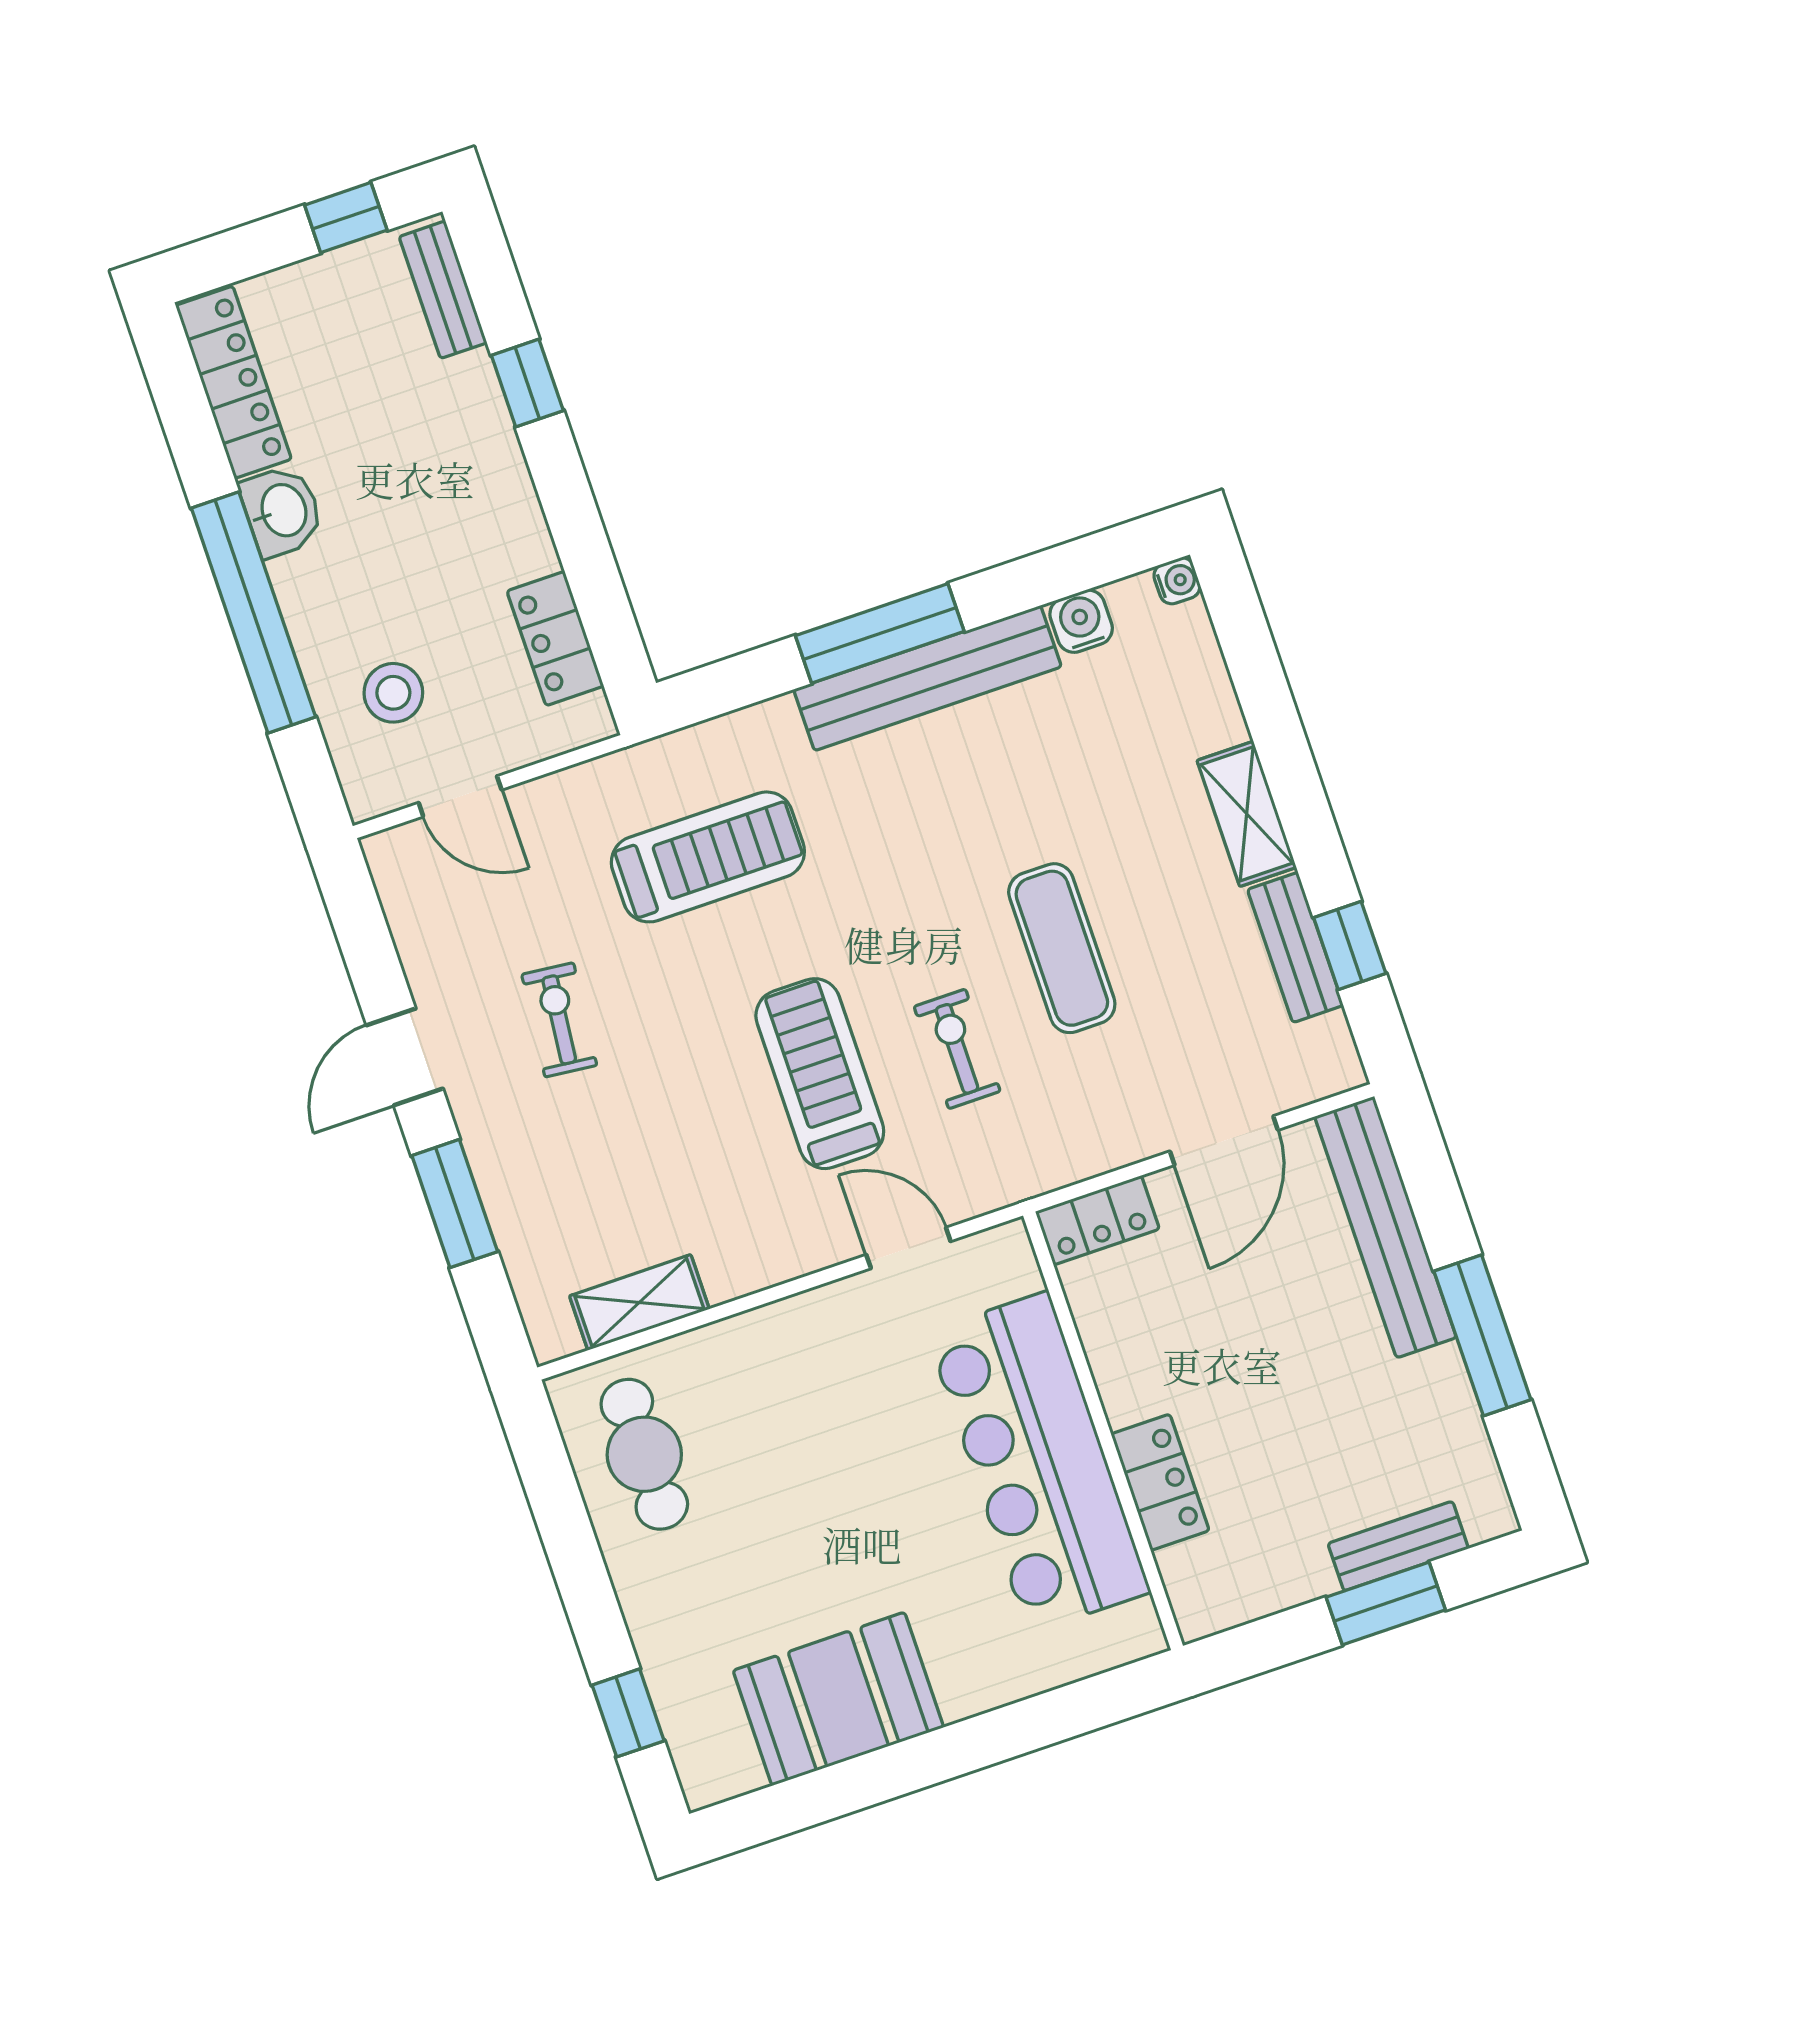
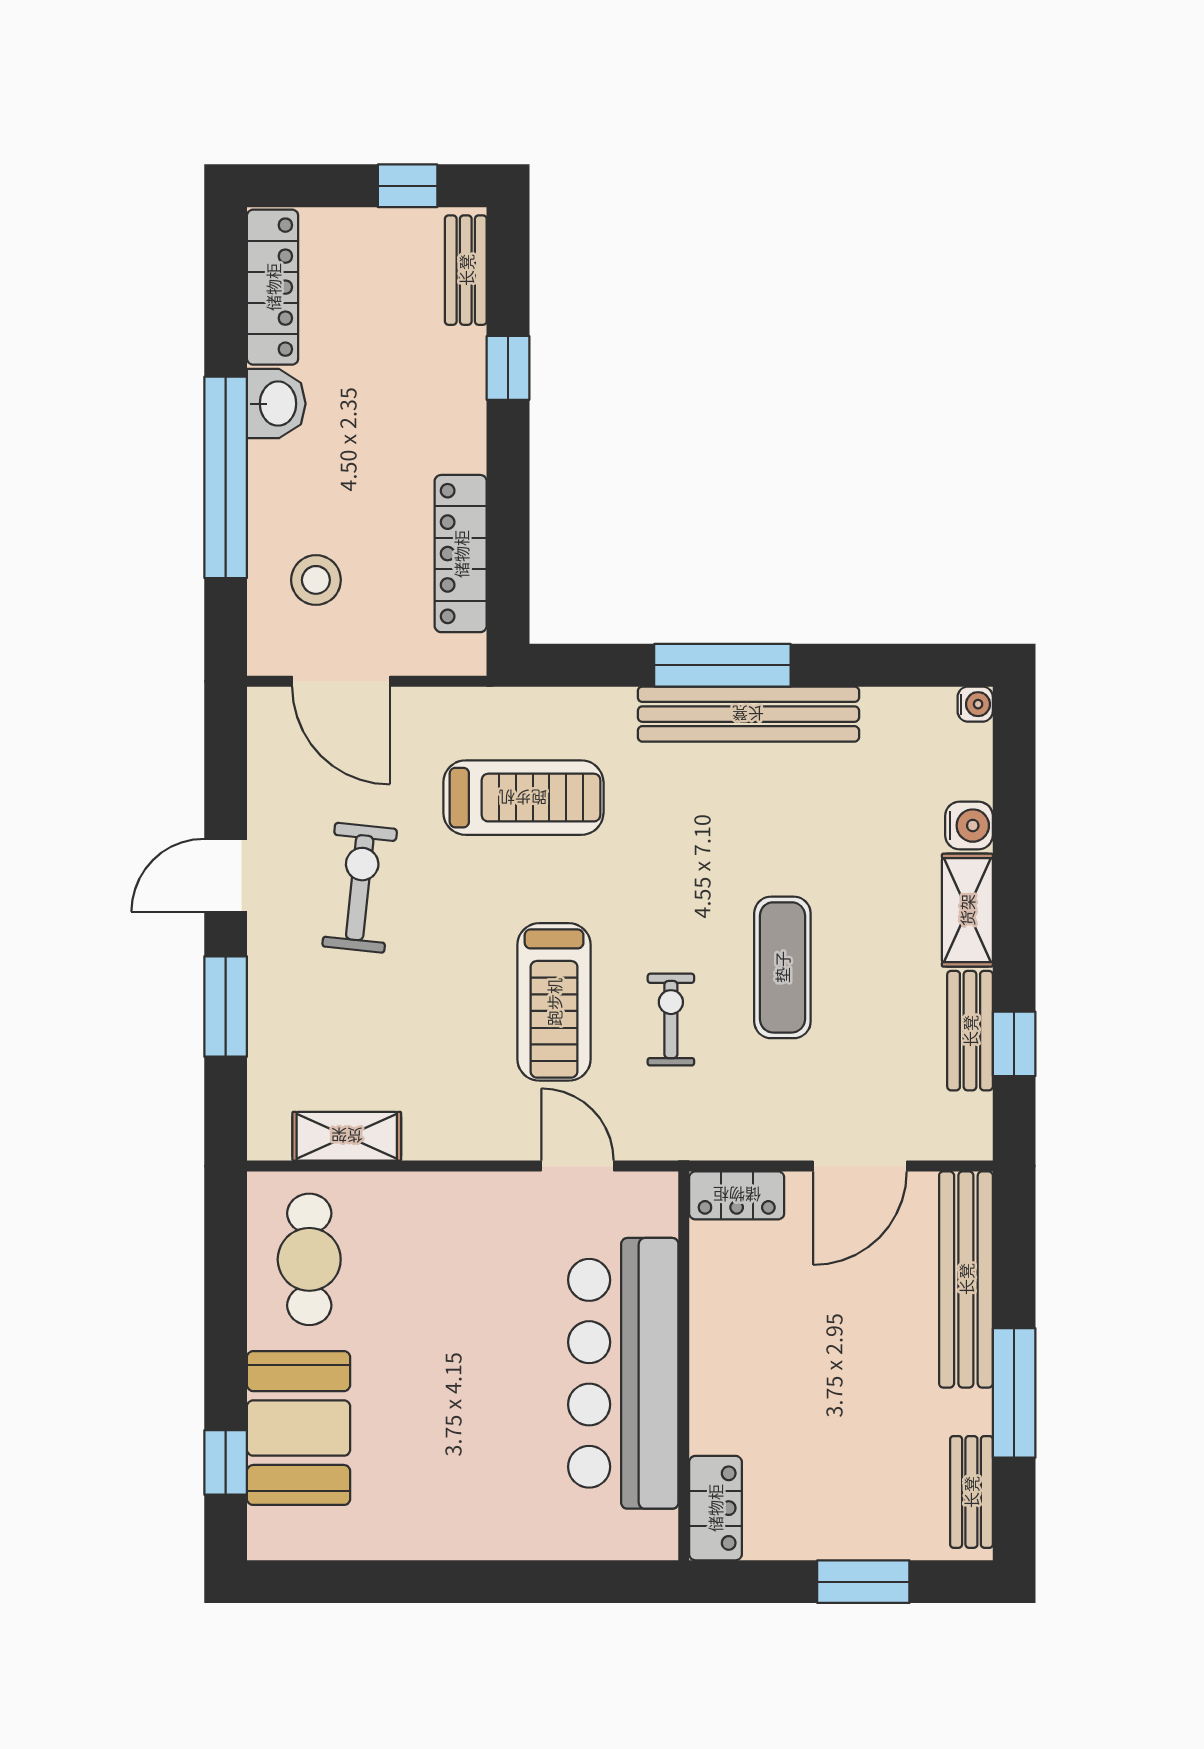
water cooler: (1081, 621) -> (969, 826), moved, turned 90
locker: (555, 639) -> (461, 554), width x1.53
door: (460, 796) -> (341, 681), width x1.38
exercise bike: (559, 1020) -> (360, 888), width x1.38, depth x1.39
treadmill: (820, 1074) -> (554, 1002), turned 180
locker: (1160, 1482) -> (715, 1508), moved
bench: (1398, 1546) -> (971, 1492), moved, turned 90
booth: (838, 1699) -> (299, 1428), moved, turned 90

